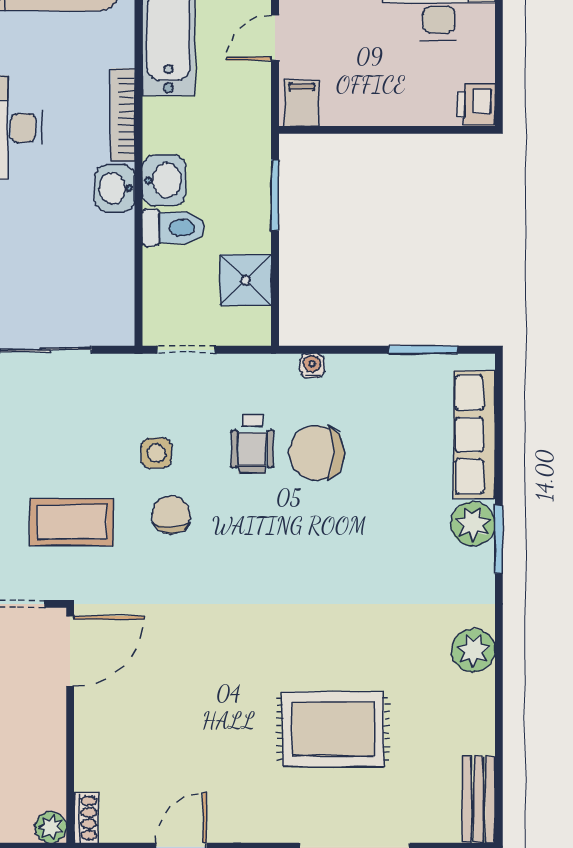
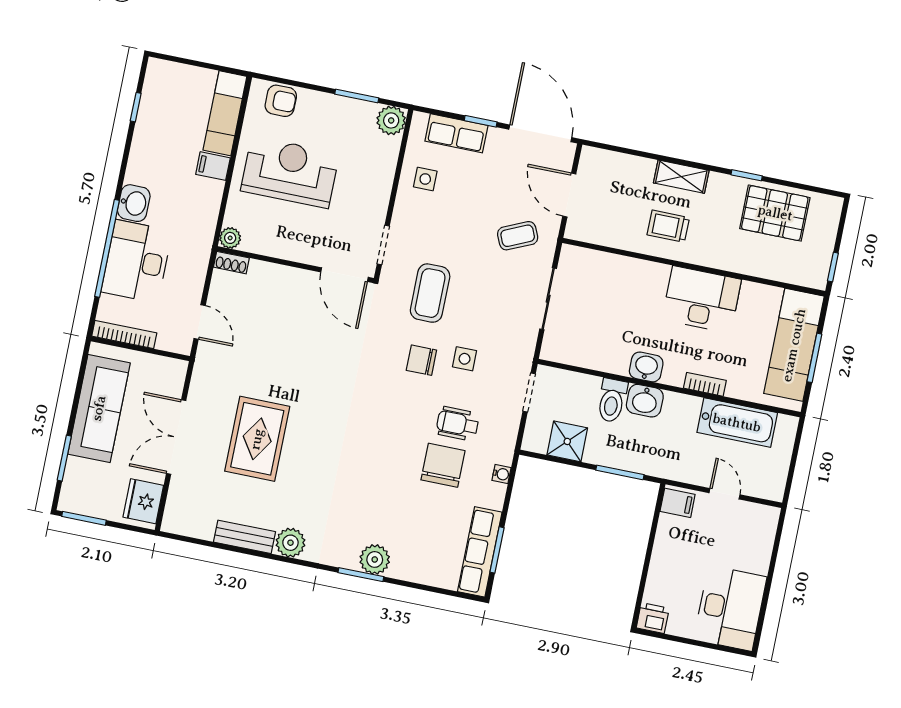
bookcase: (123, 115) -> (705, 384), width x0.64
row of seats: (474, 435) -> (480, 552), moved, turned -90
chair: (171, 515) -> (421, 360), turned 180
bench: (478, 799) -> (245, 537), moved

